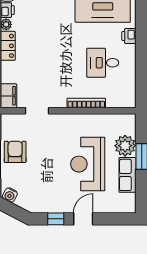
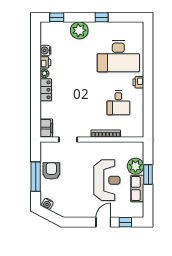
desk: (103, 63) -> (118, 103), turned -90
reception desk: (88, 164) -> (107, 180), turned 180
window: (56, 219) -> (125, 222), moved

